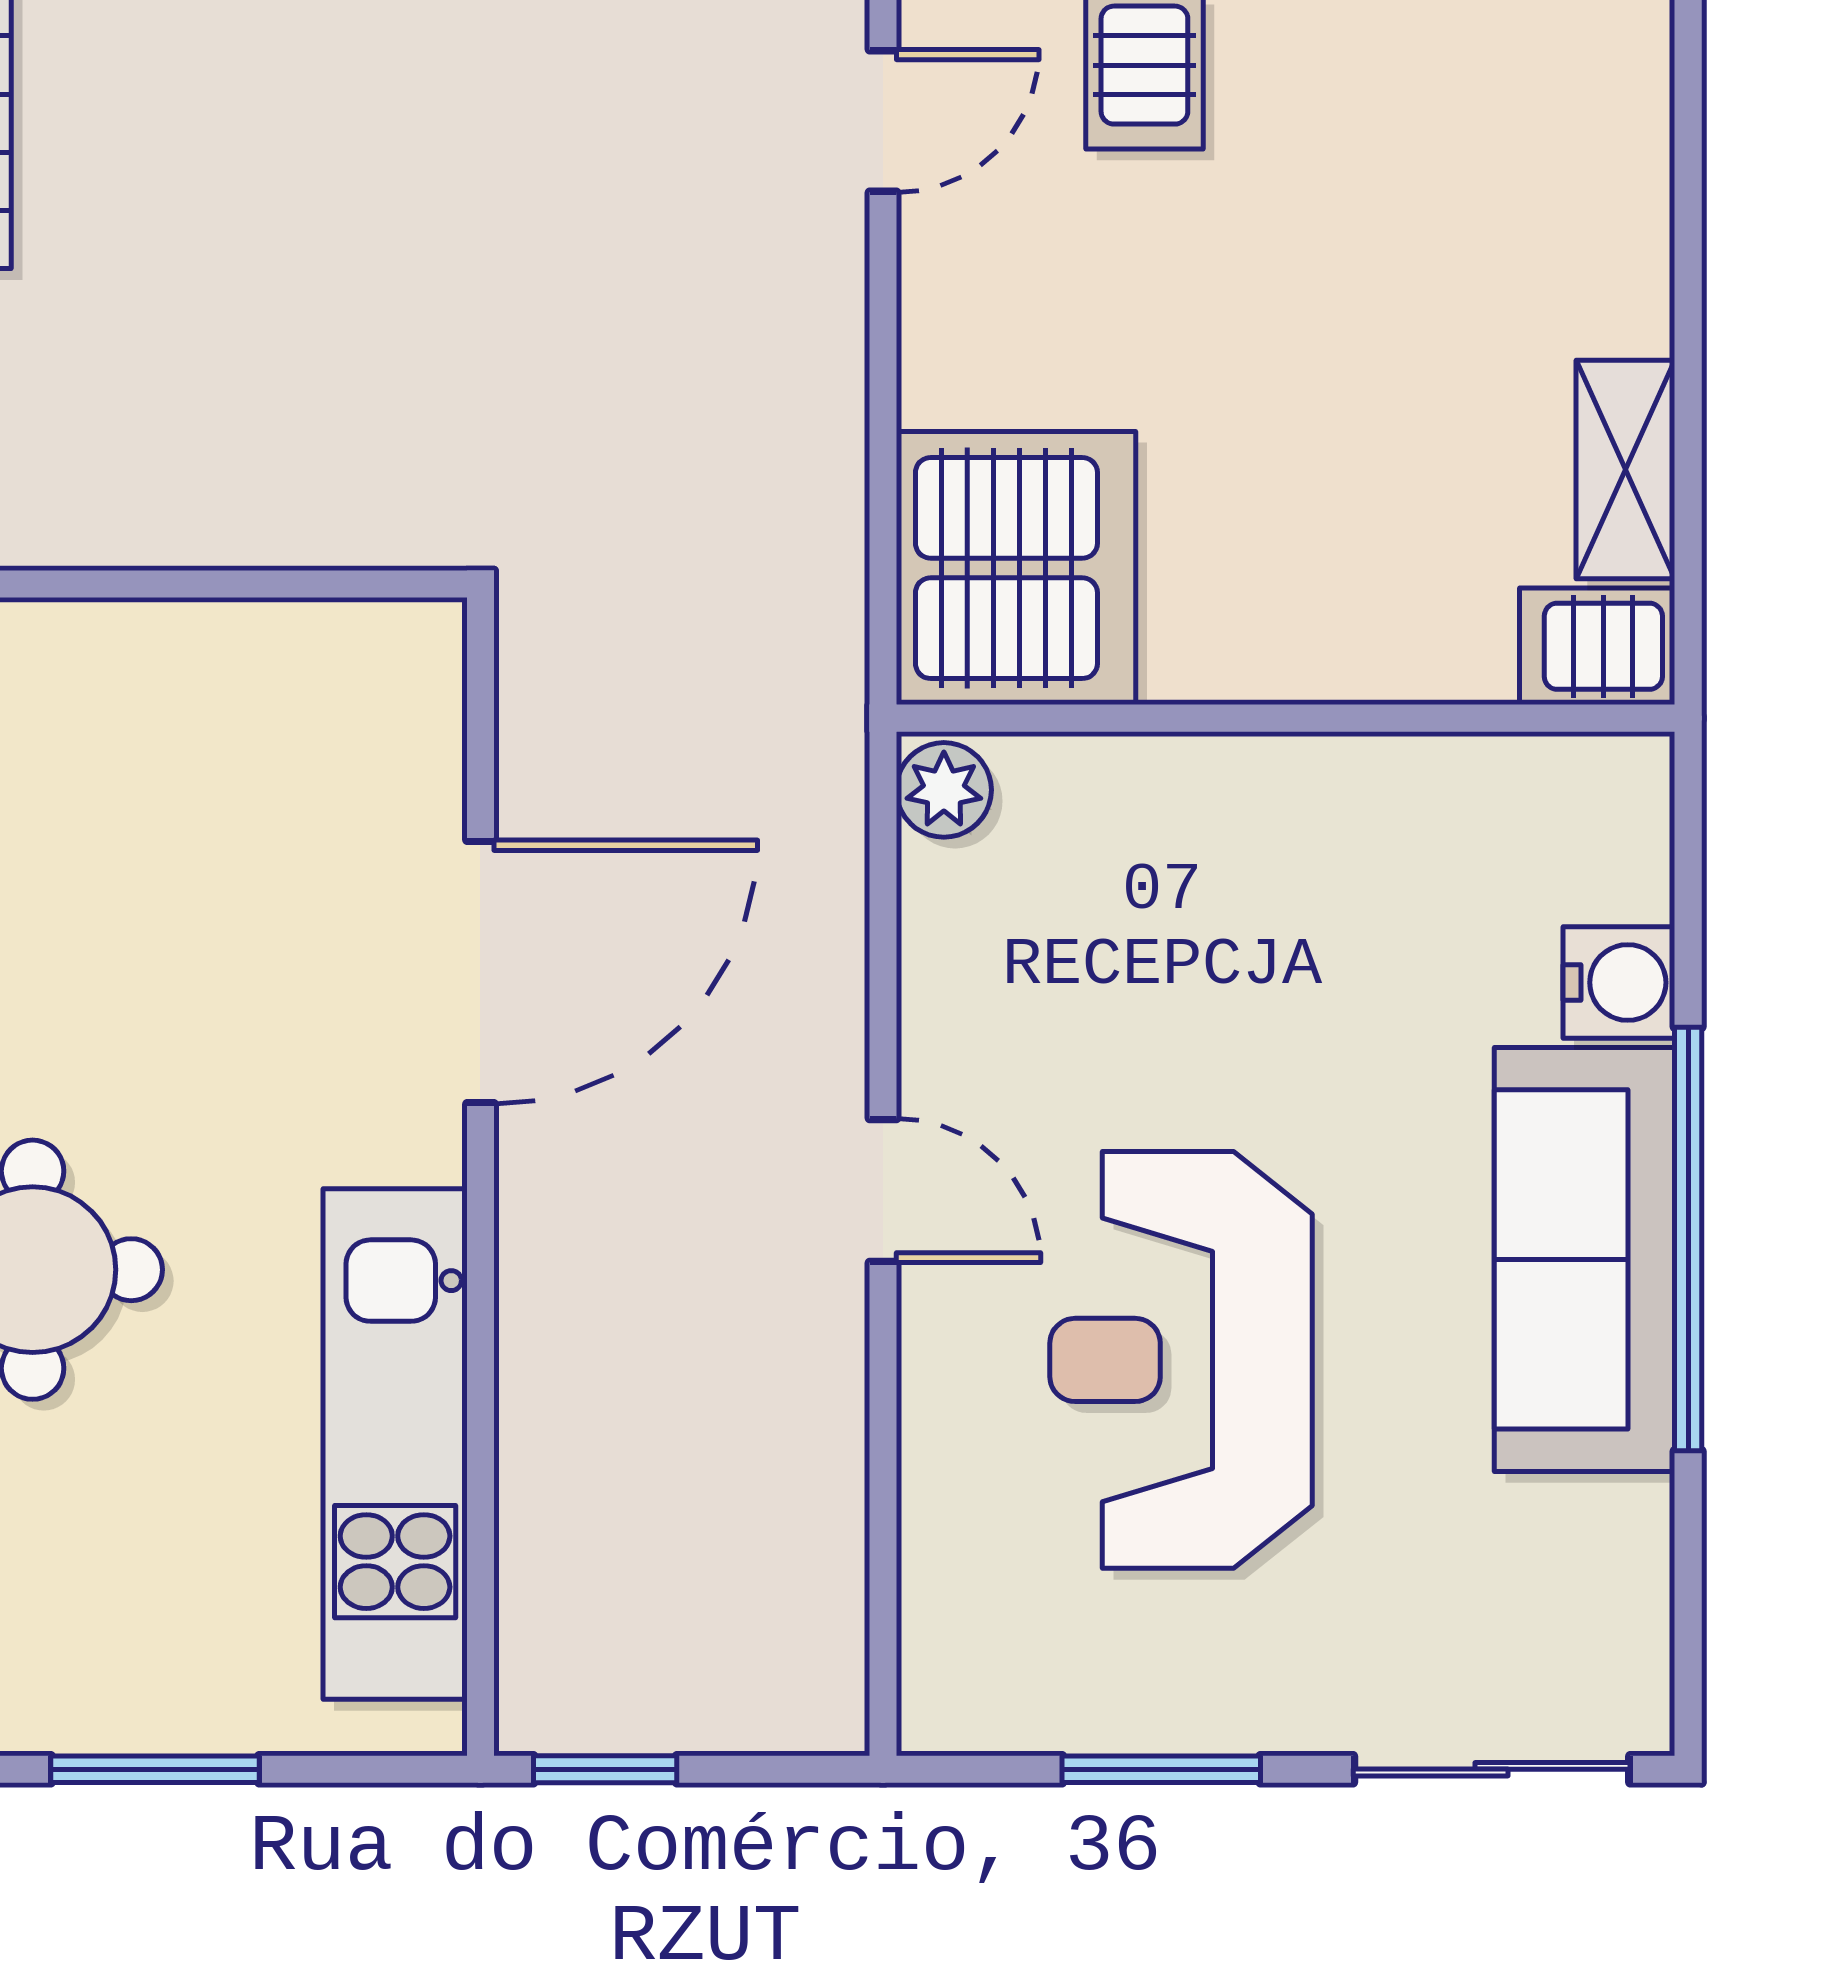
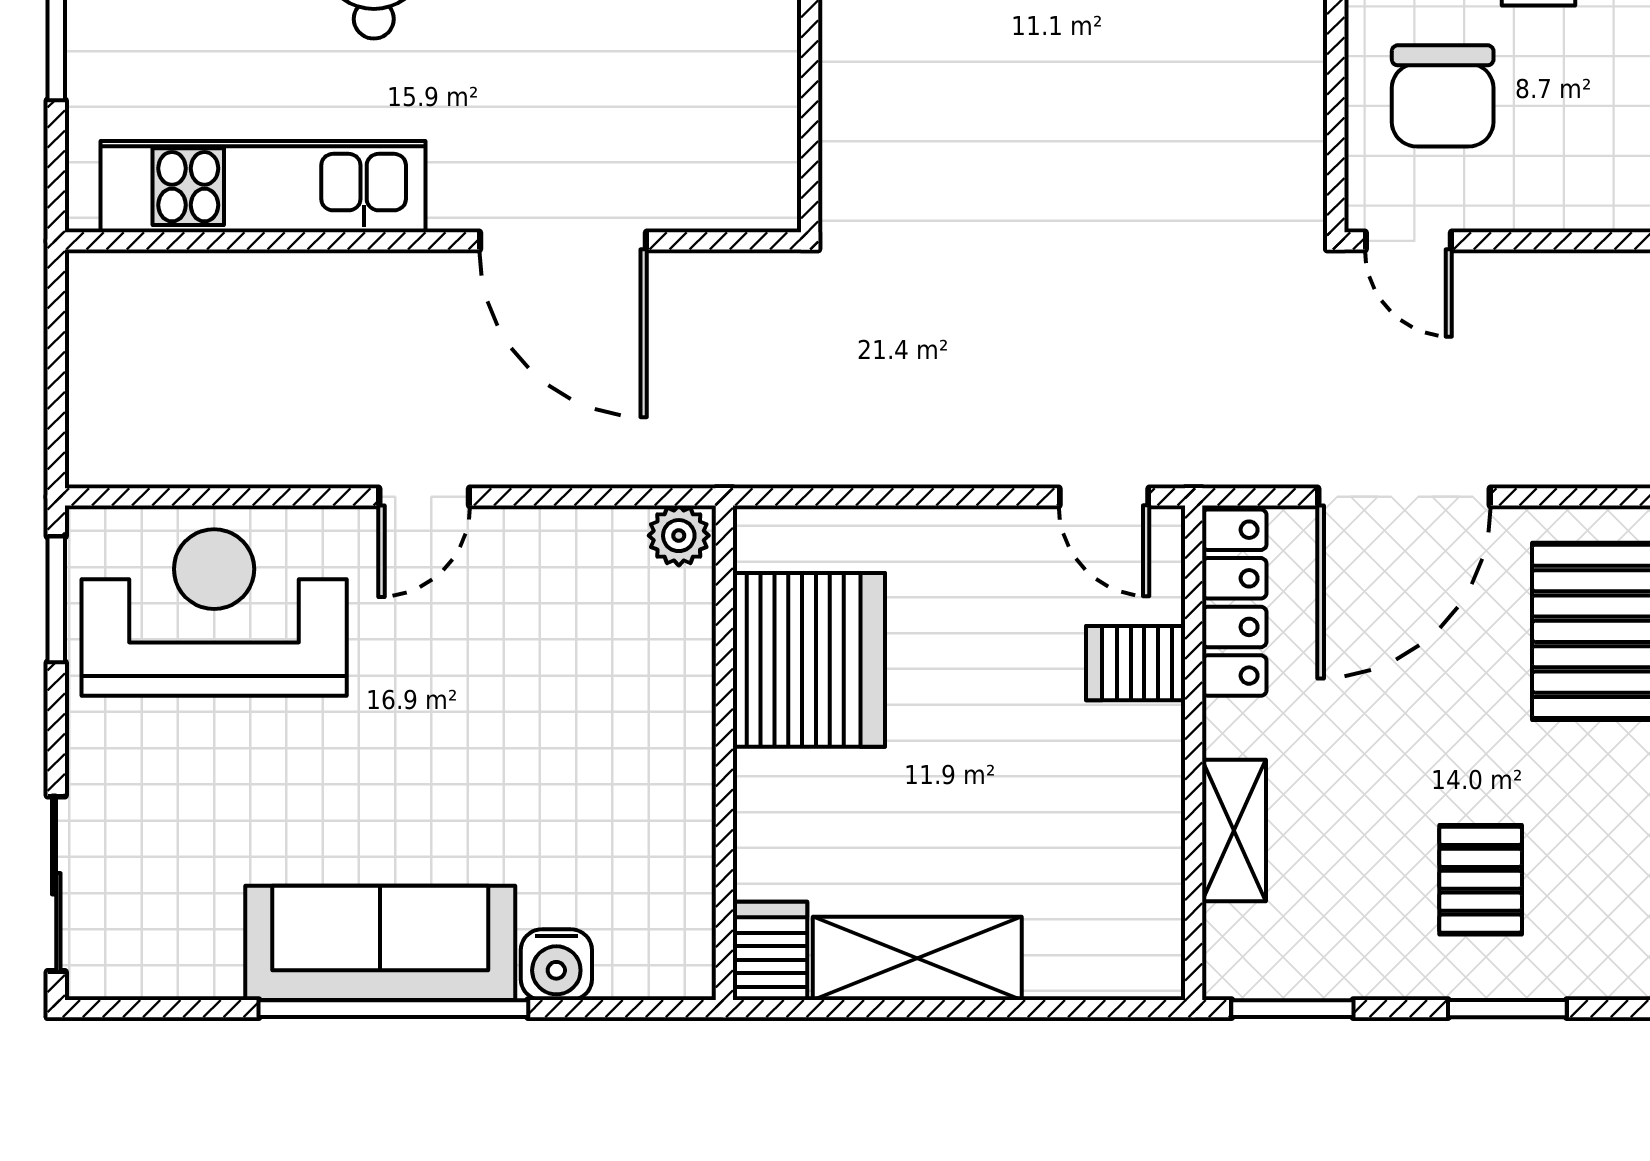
shelving: (1625, 469) -> (917, 958), width x1.50, depth x1.33
server rack: (1016, 568) -> (809, 660), moved, turned -90
reception desk: (1181, 1360) -> (214, 612), moved
window: (605, 1769) -> (56, 320), removed
window: (1161, 1769) -> (56, 599), moved

